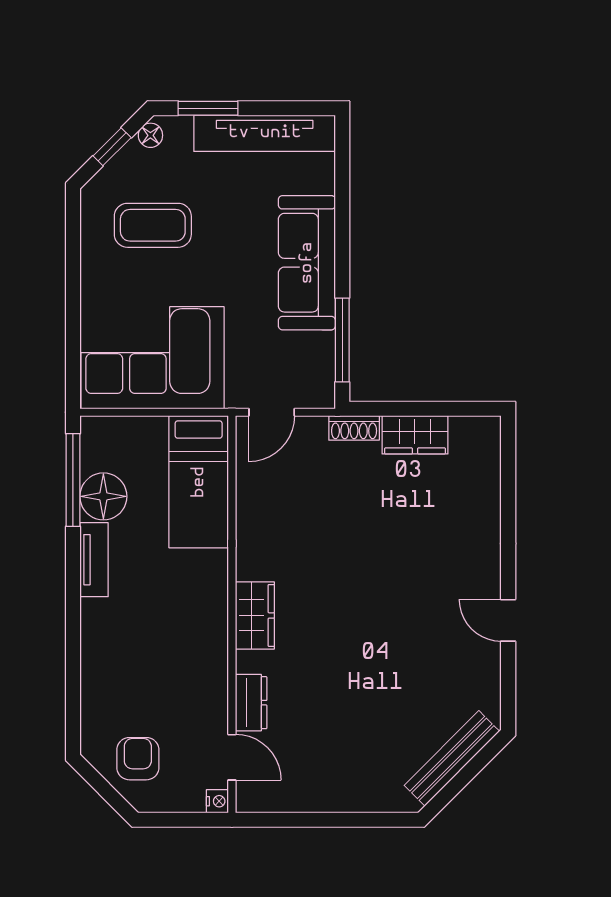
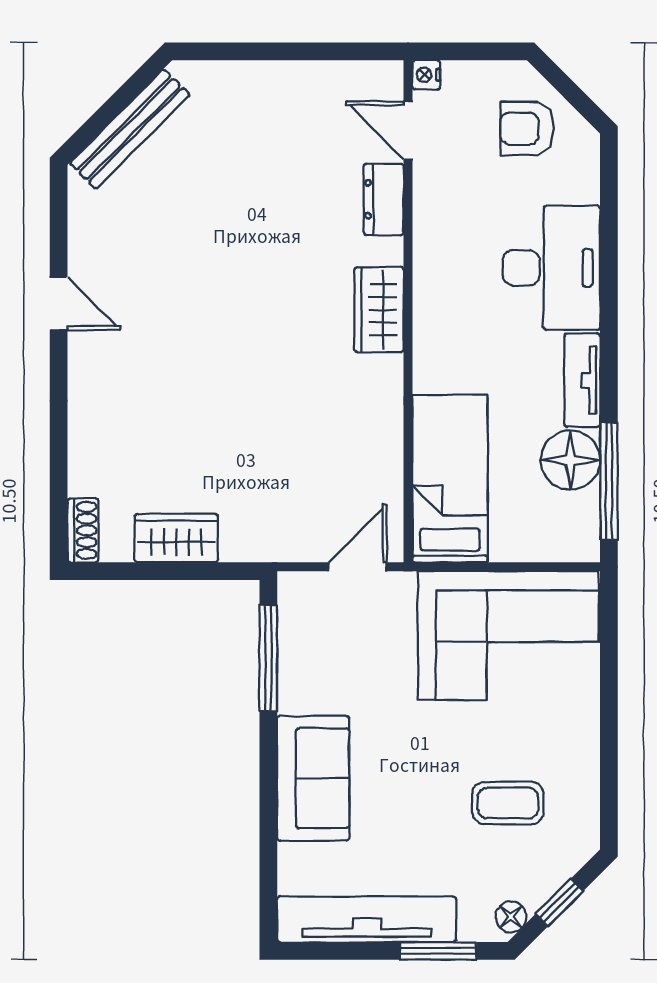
coffee table: (153, 225) -> (508, 803), width x0.73, depth x0.77
sofa: (307, 263) -> (313, 778), width x0.73
shoe rack: (354, 428) -> (83, 530), moved, turned 90
desk: (118, 649) -> (551, 268), added
armchair: (138, 759) -> (527, 129), turned 90

